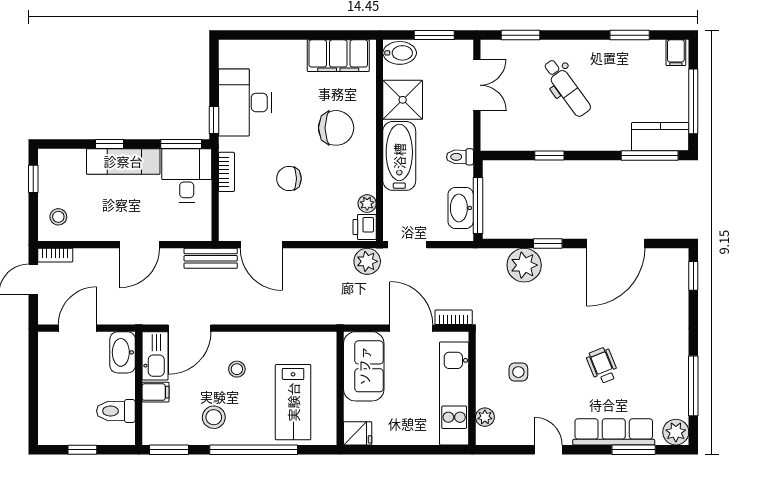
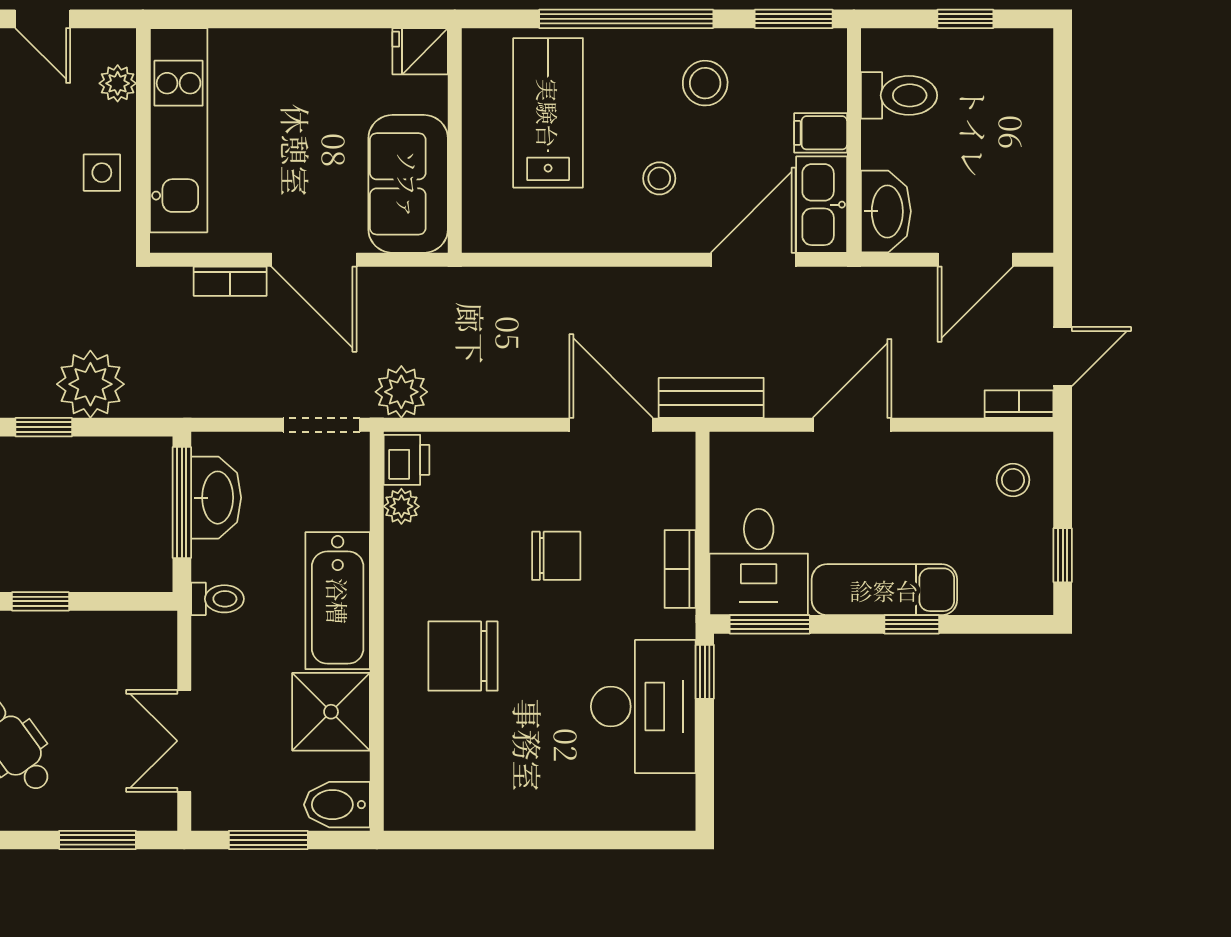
filing cabinet: (338, 56) -> (459, 799), removed
wall: (472, 388) -> (143, 140), moved
kitchen unit: (454, 393) -> (179, 130), moved
plant: (485, 417) -> (118, 83), moved

